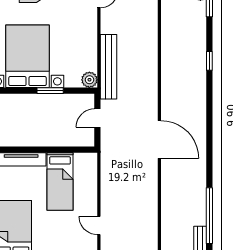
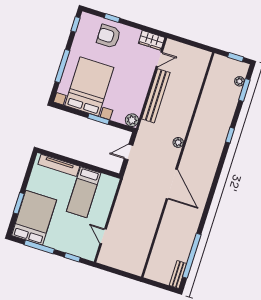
bench: (108, 67) -> (156, 96), moved
plant: (152, 89) -> (178, 142), added

